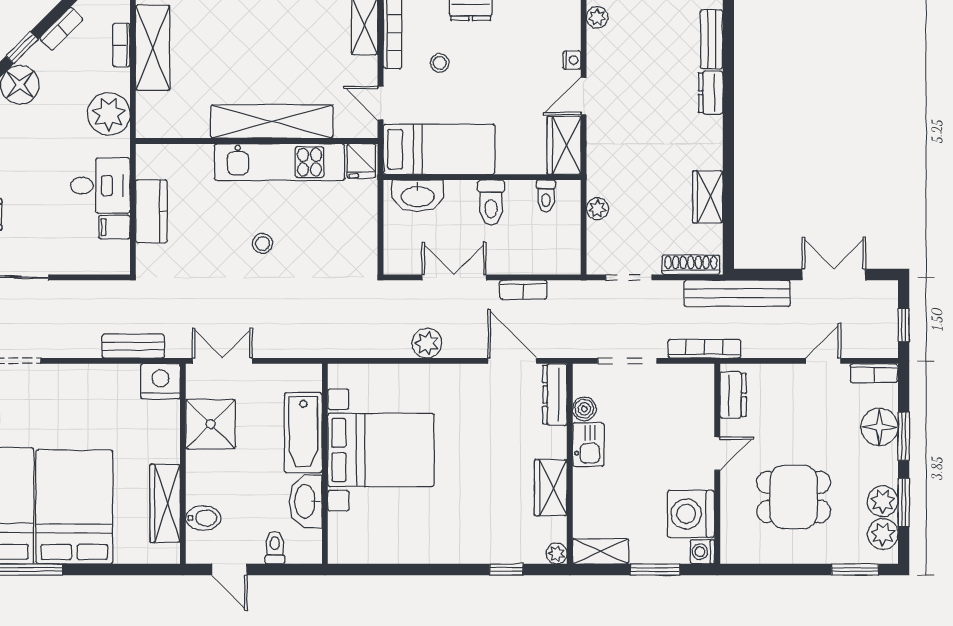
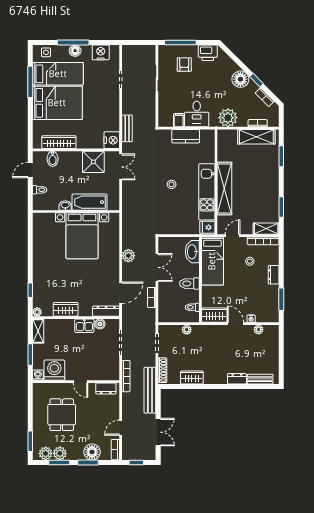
plant: (597, 17) -> (259, 330), moved
door: (823, 361) -> (121, 428), swing flipped
washbasin: (306, 501) -> (65, 205), width x0.52, depth x0.69

